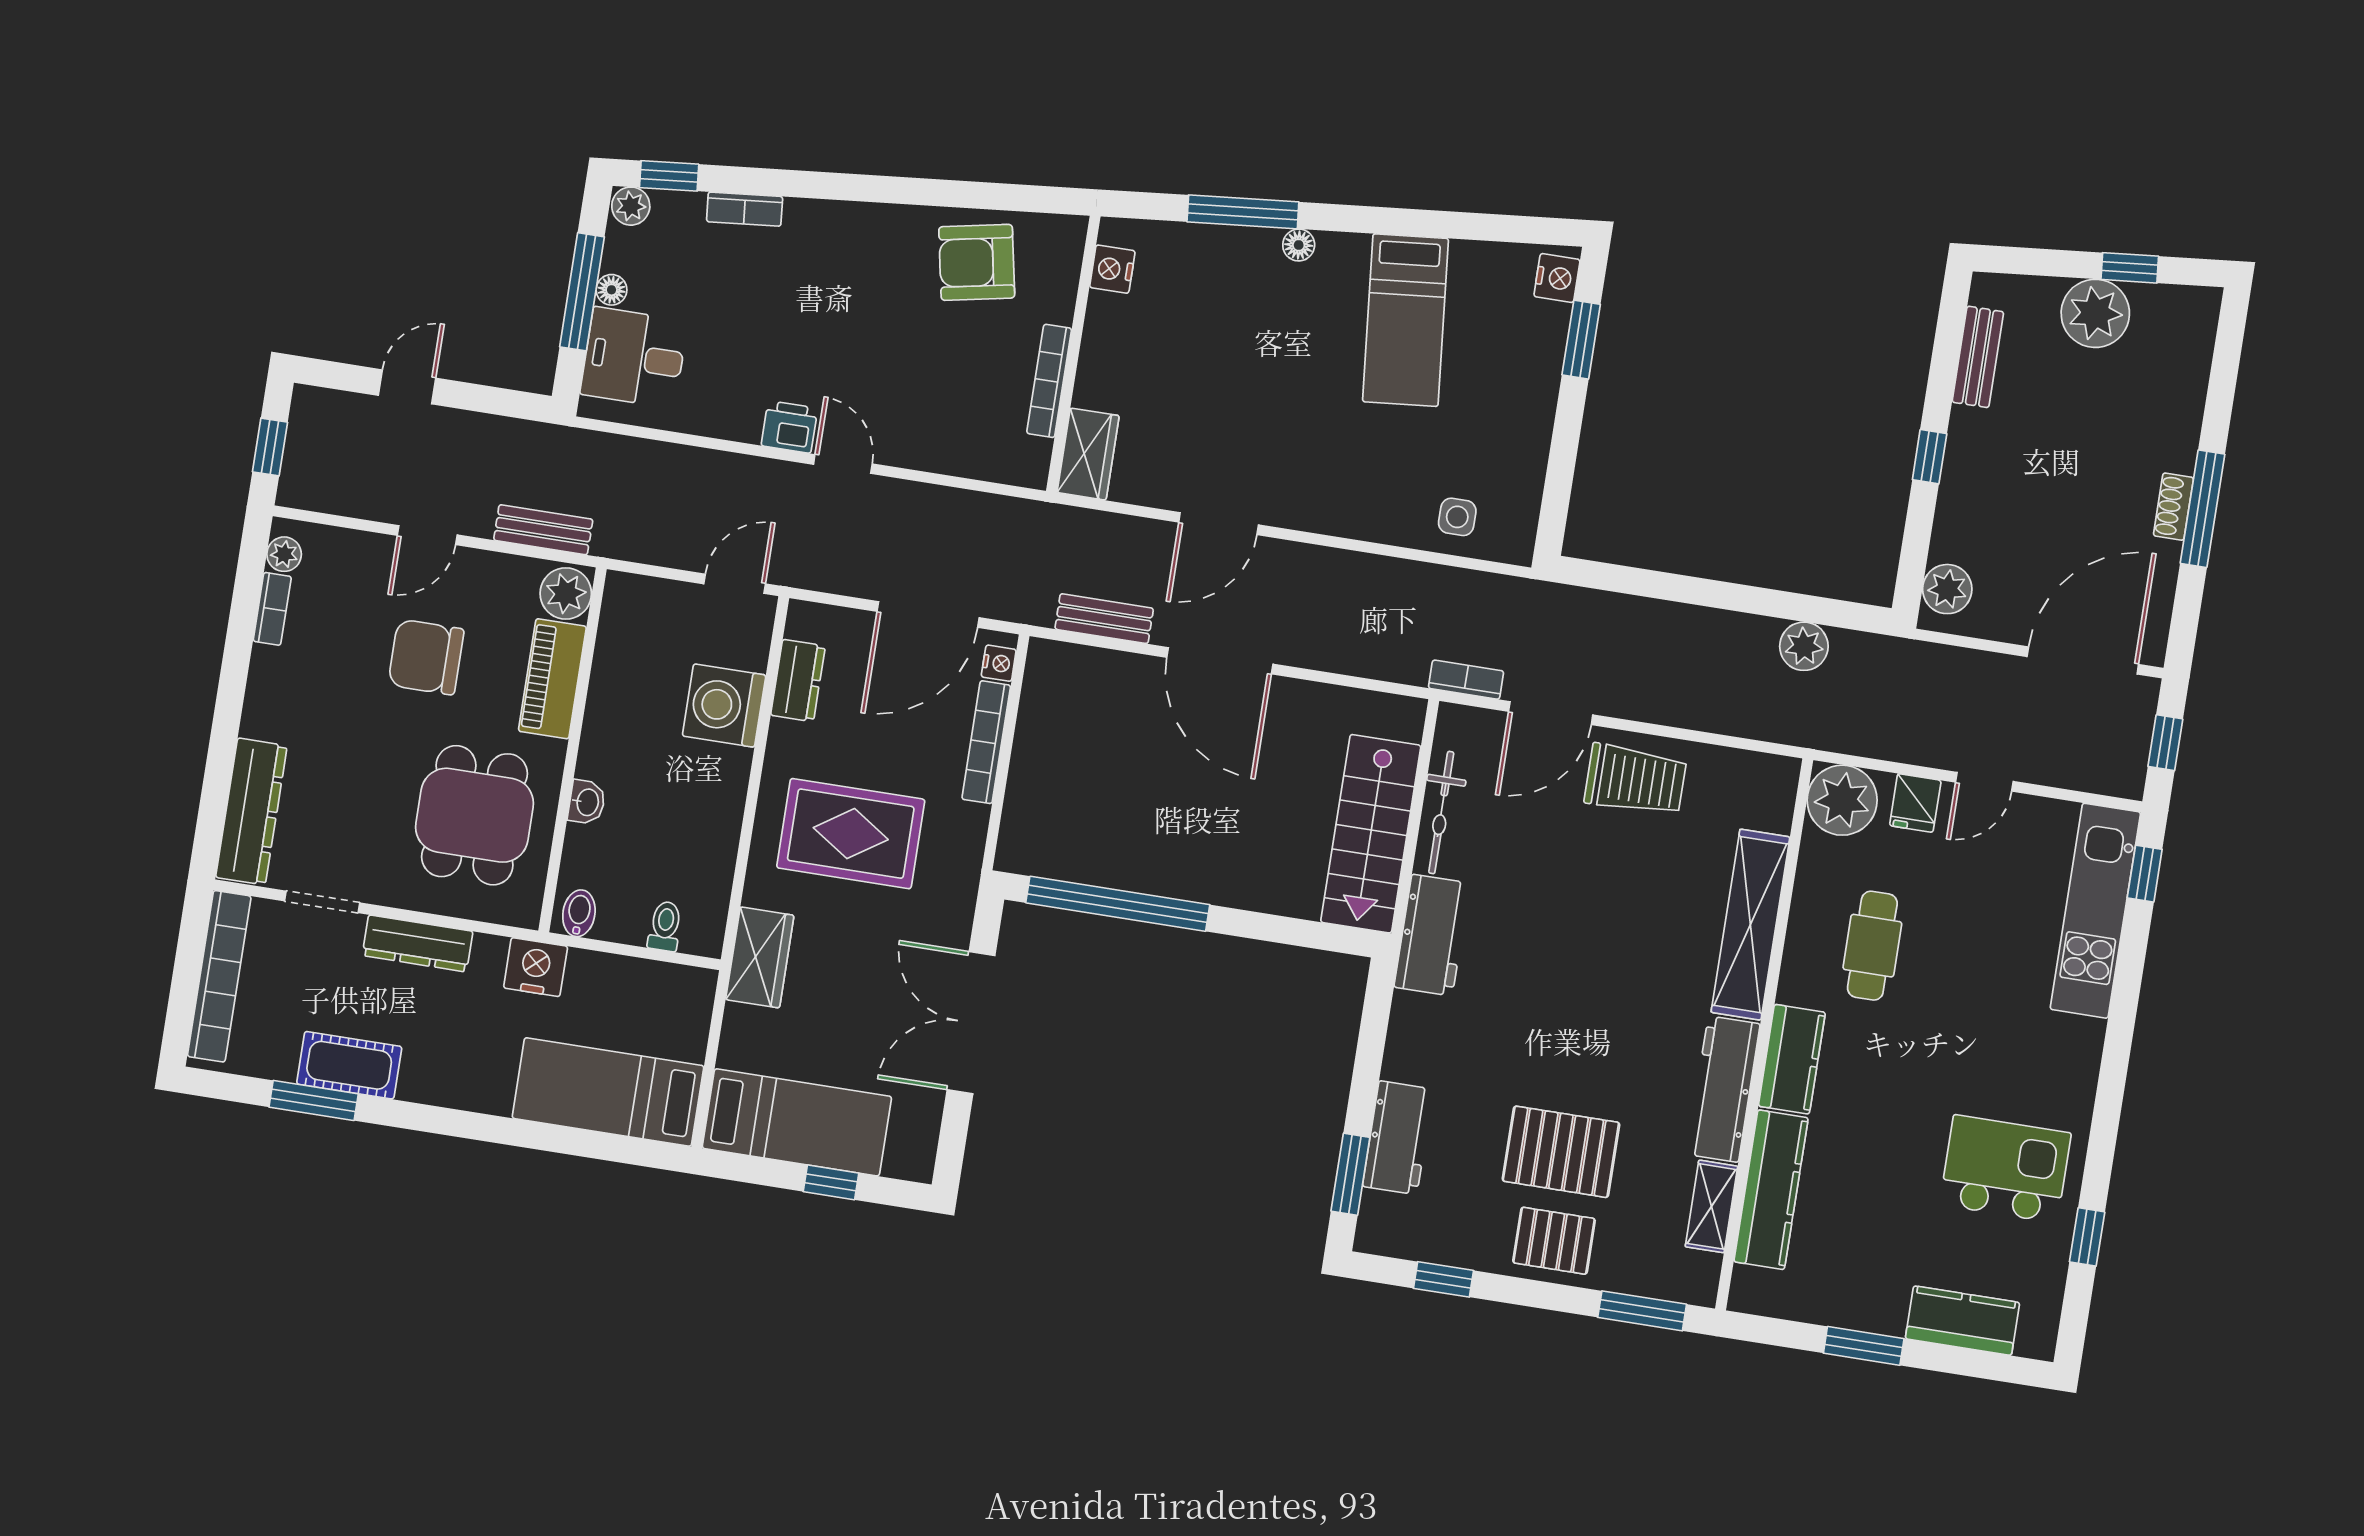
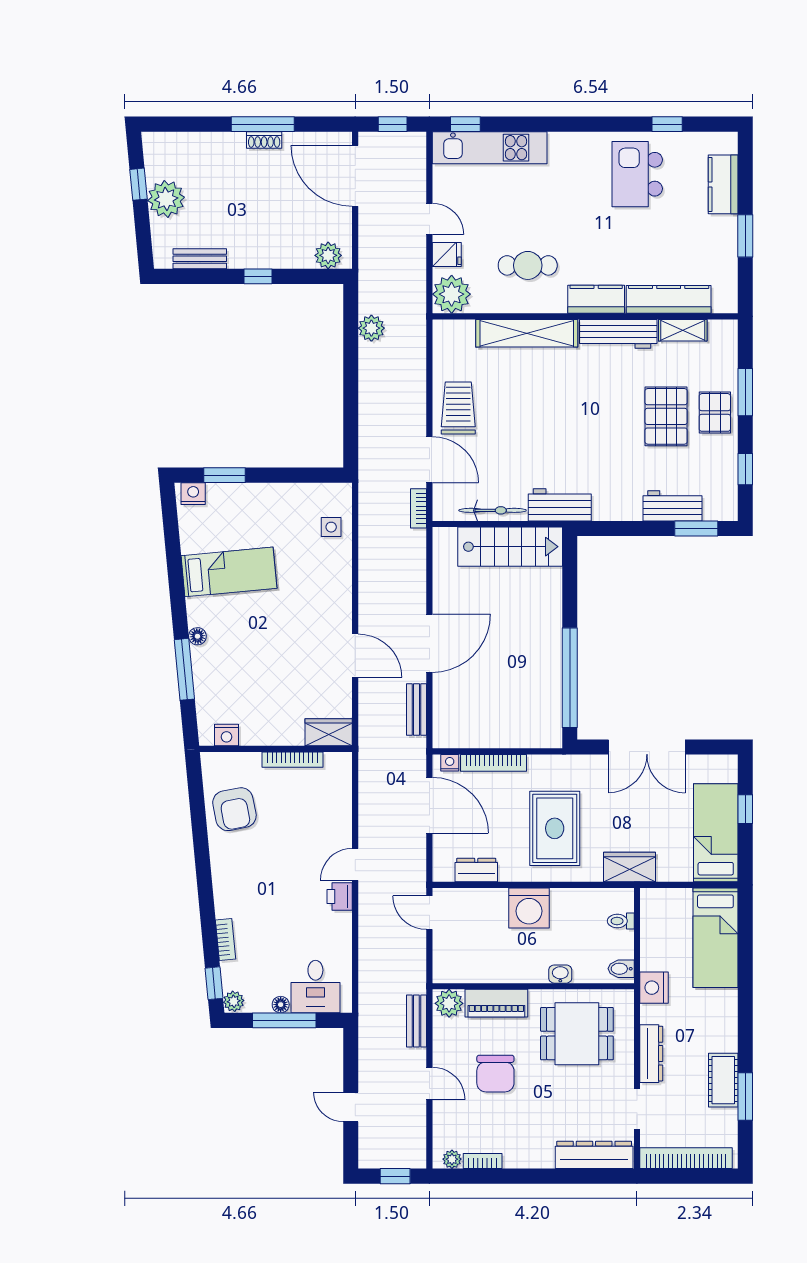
washing machine: (724, 705) -> (529, 908), moved
window: (1642, 1311) -> (745, 392), moved

